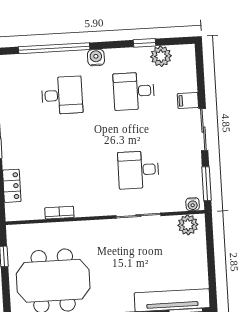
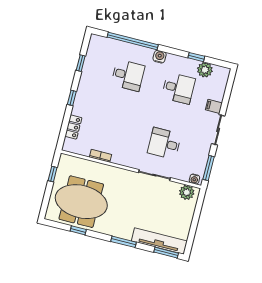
desk: (134, 91) -> (178, 88), turned 180

